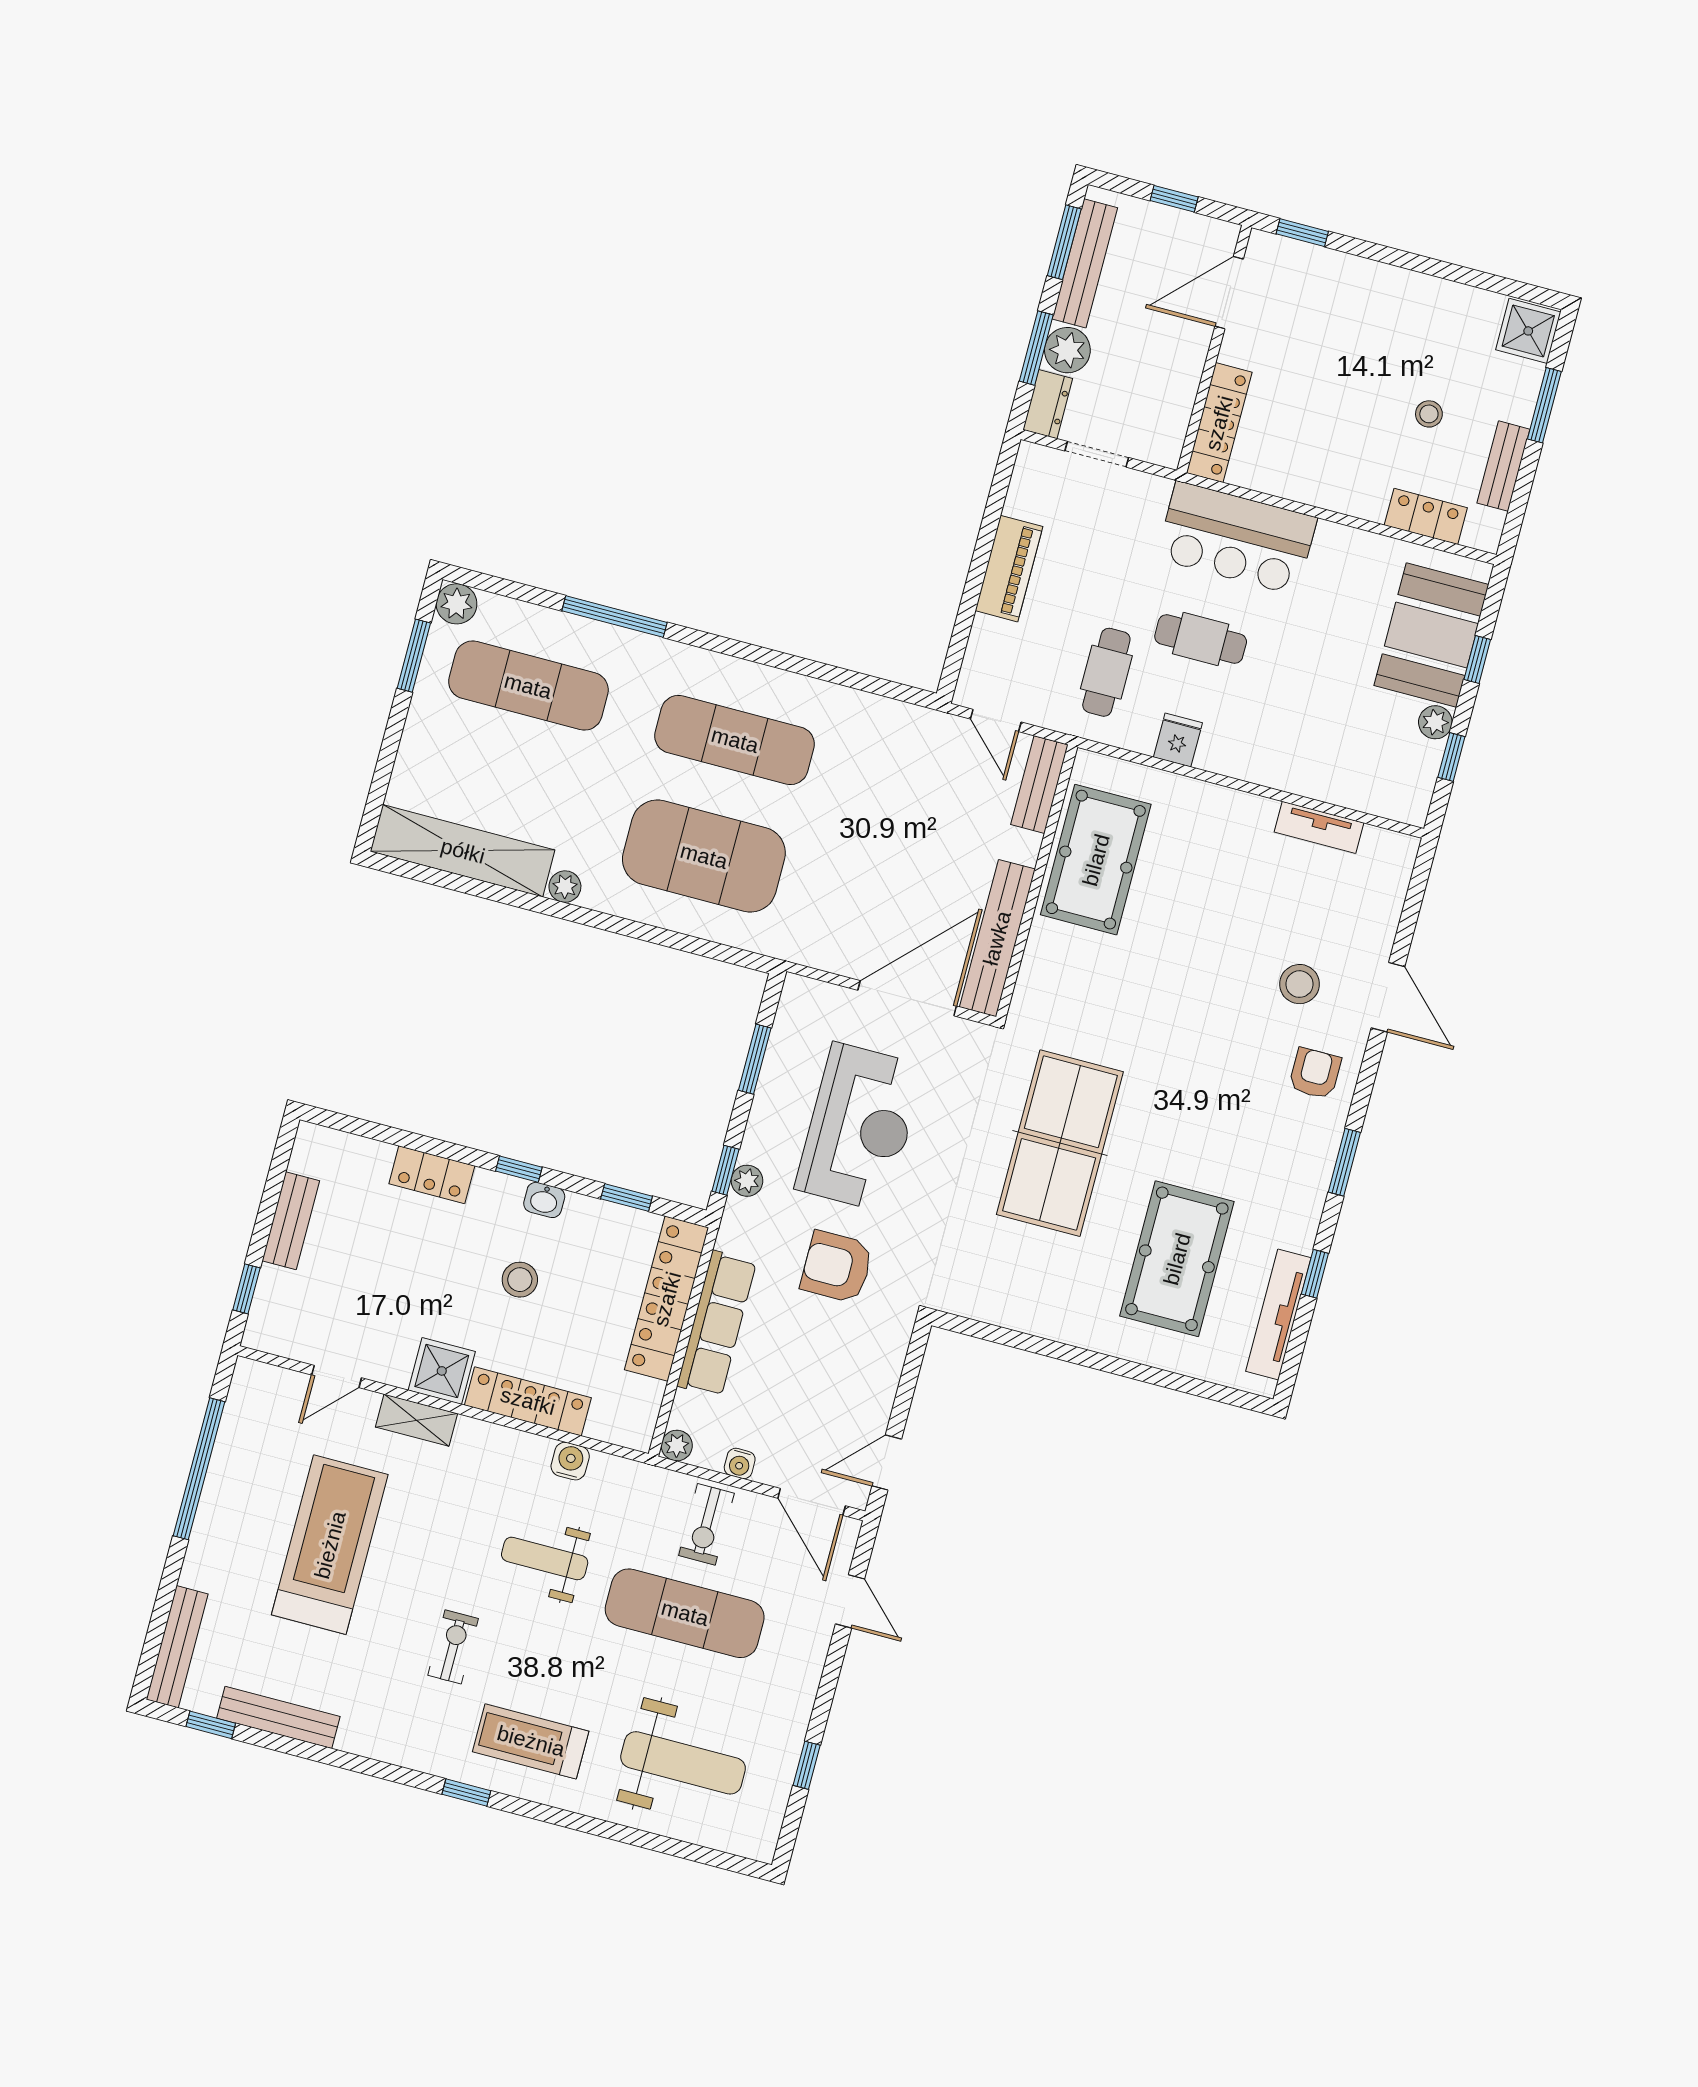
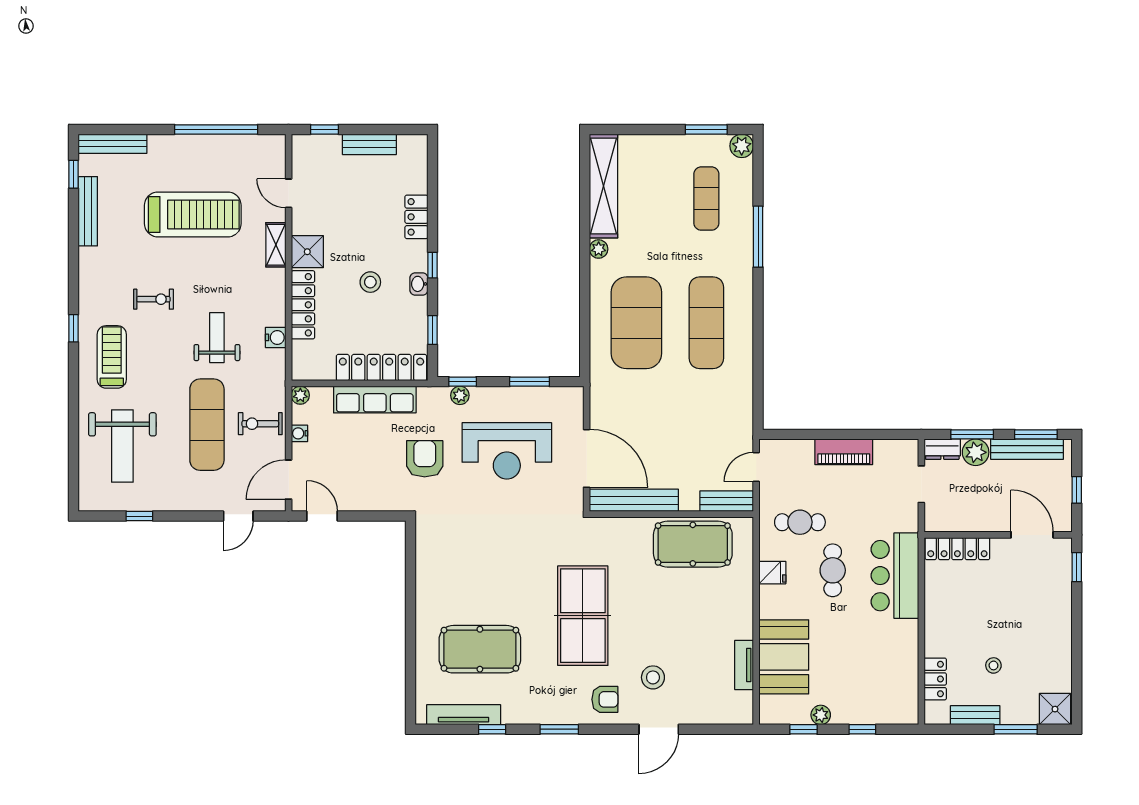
booth: (1431, 635) -> (784, 657), moved, turned 90
exercise mat: (528, 686) -> (706, 199), width x0.73, depth x0.69
table tennis table: (1060, 1143) -> (583, 616), moved, turned 90

